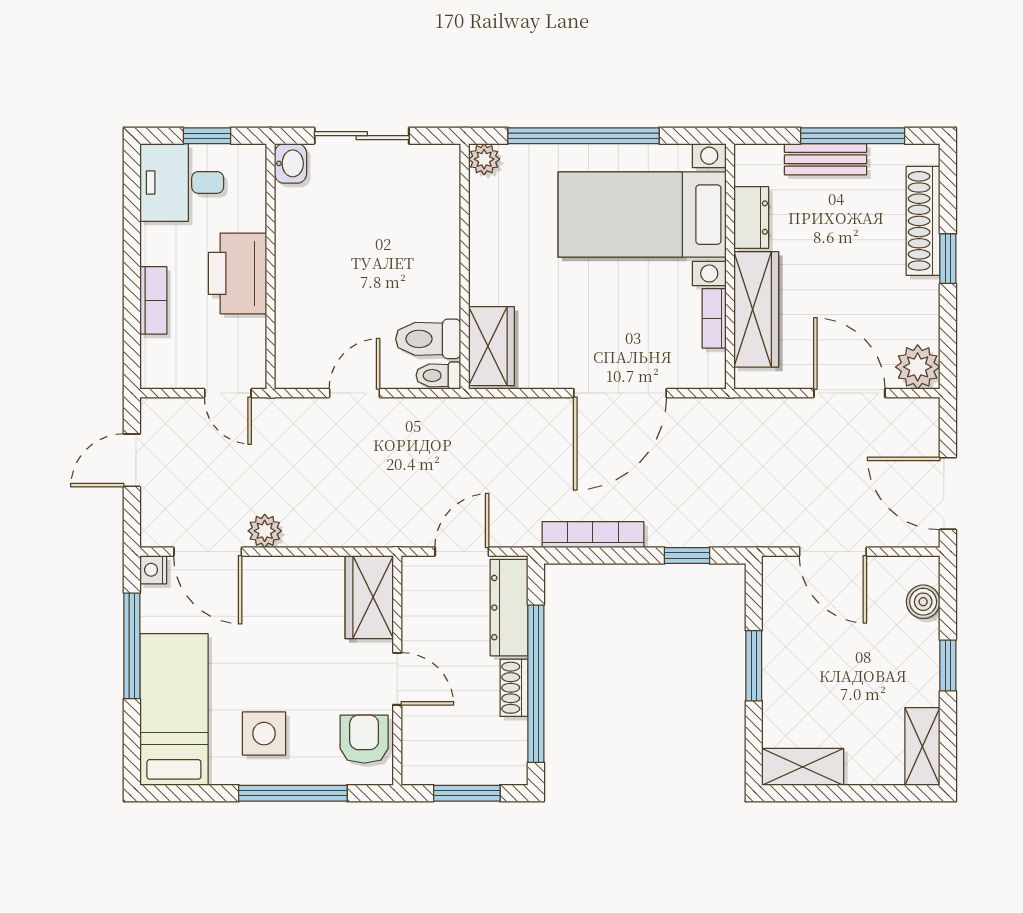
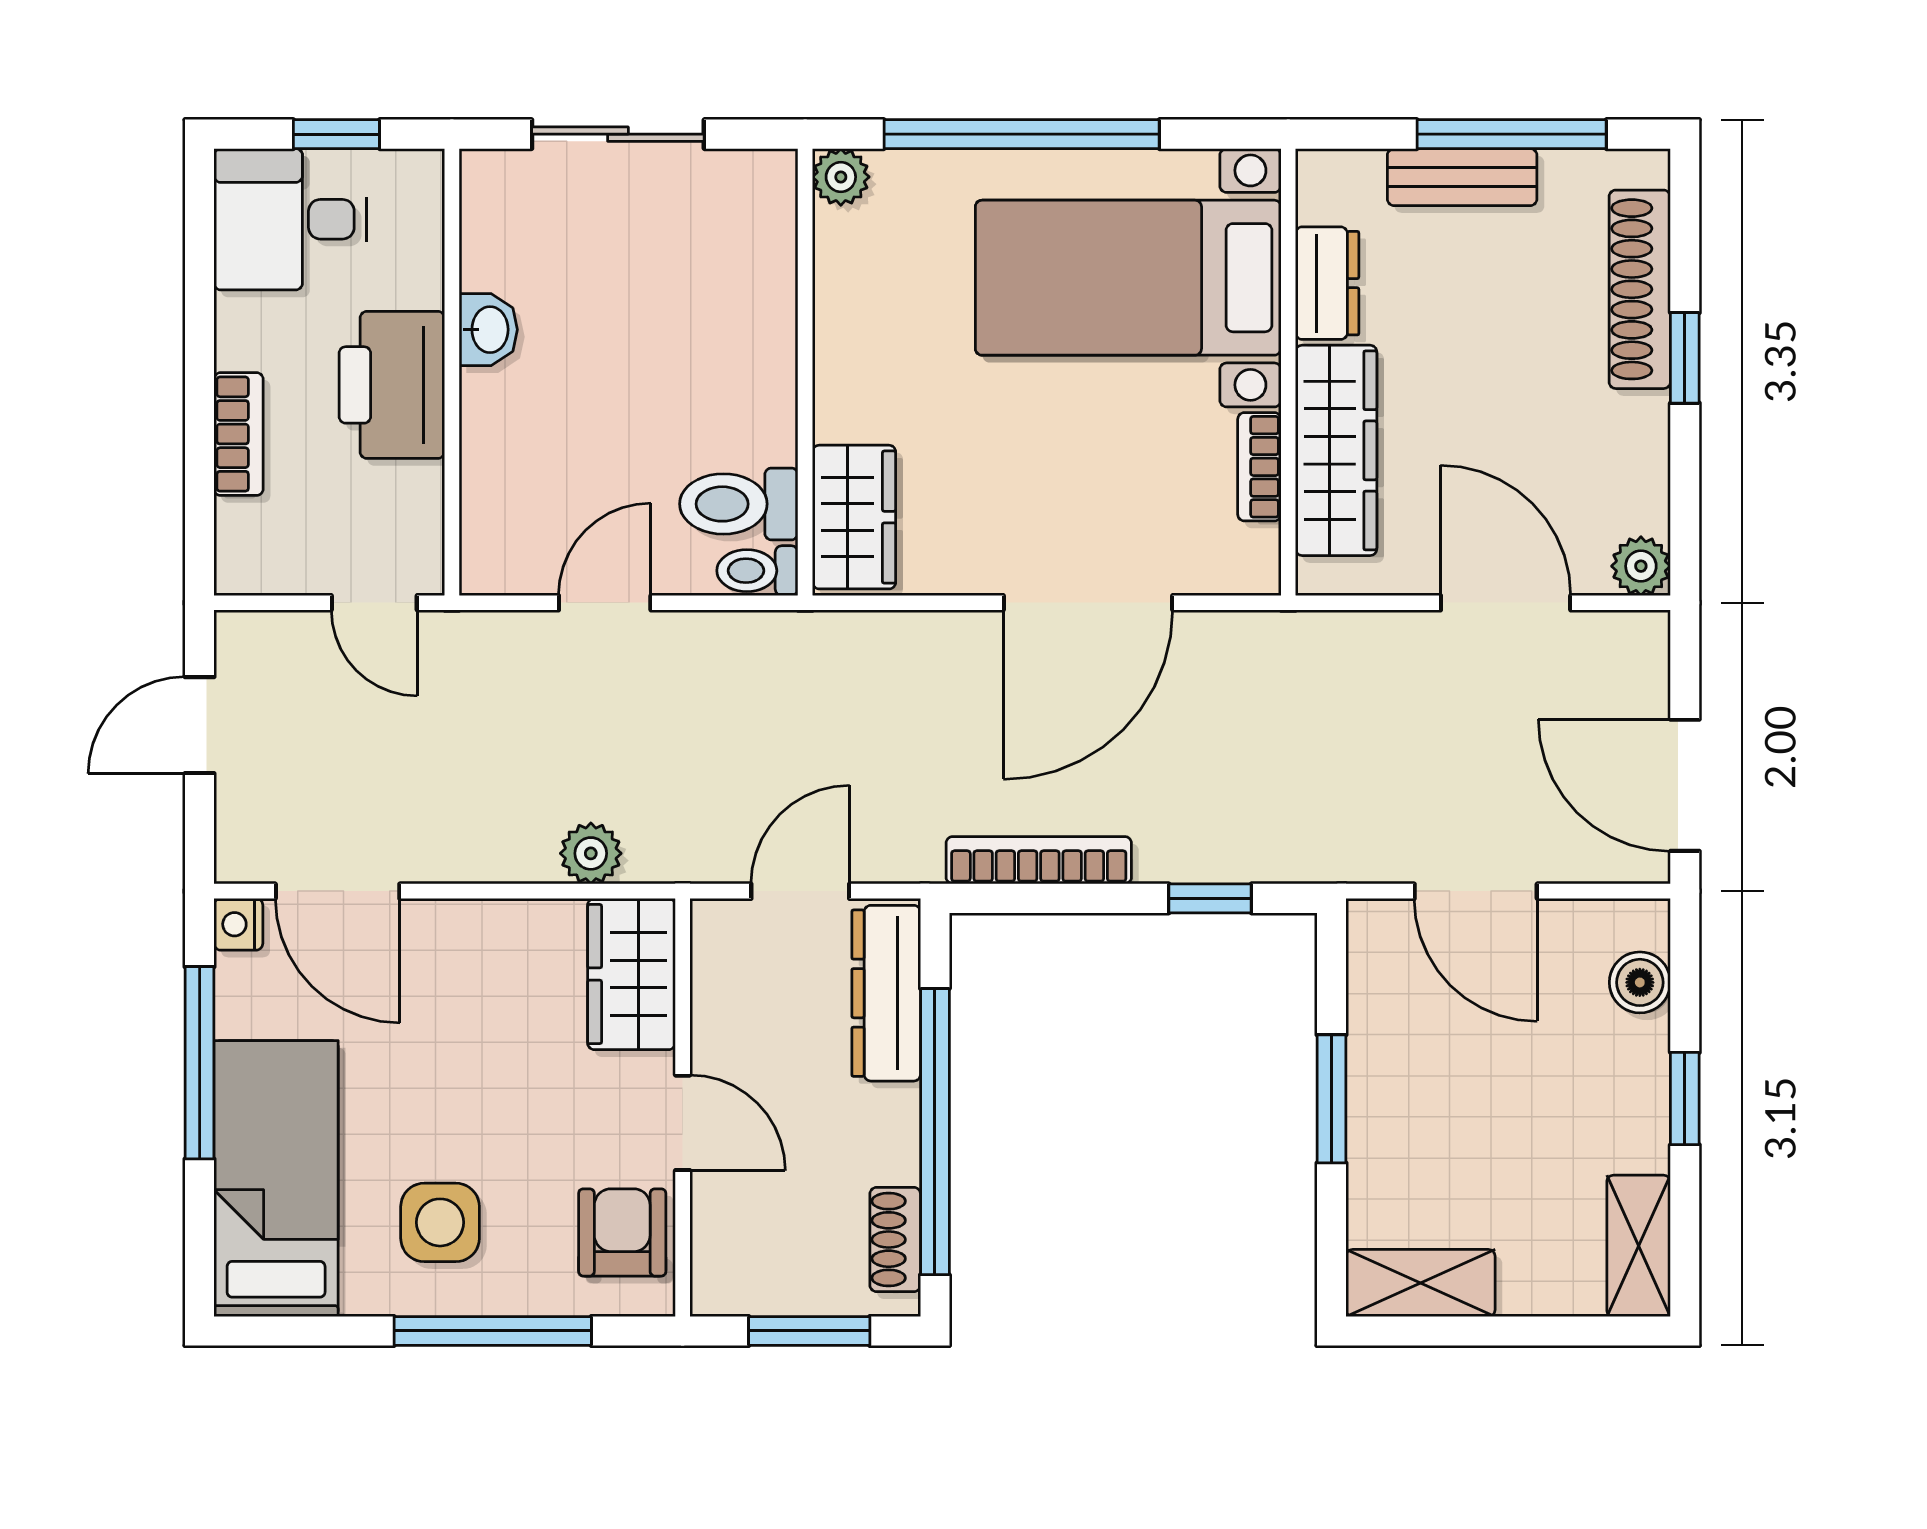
washbasin: (290, 163) -> (488, 330), moved
plant: (918, 367) -> (1641, 566), width x0.73, depth x0.73
plant: (265, 531) -> (591, 853), moved
shoe rack: (514, 688) -> (895, 1240), moved

